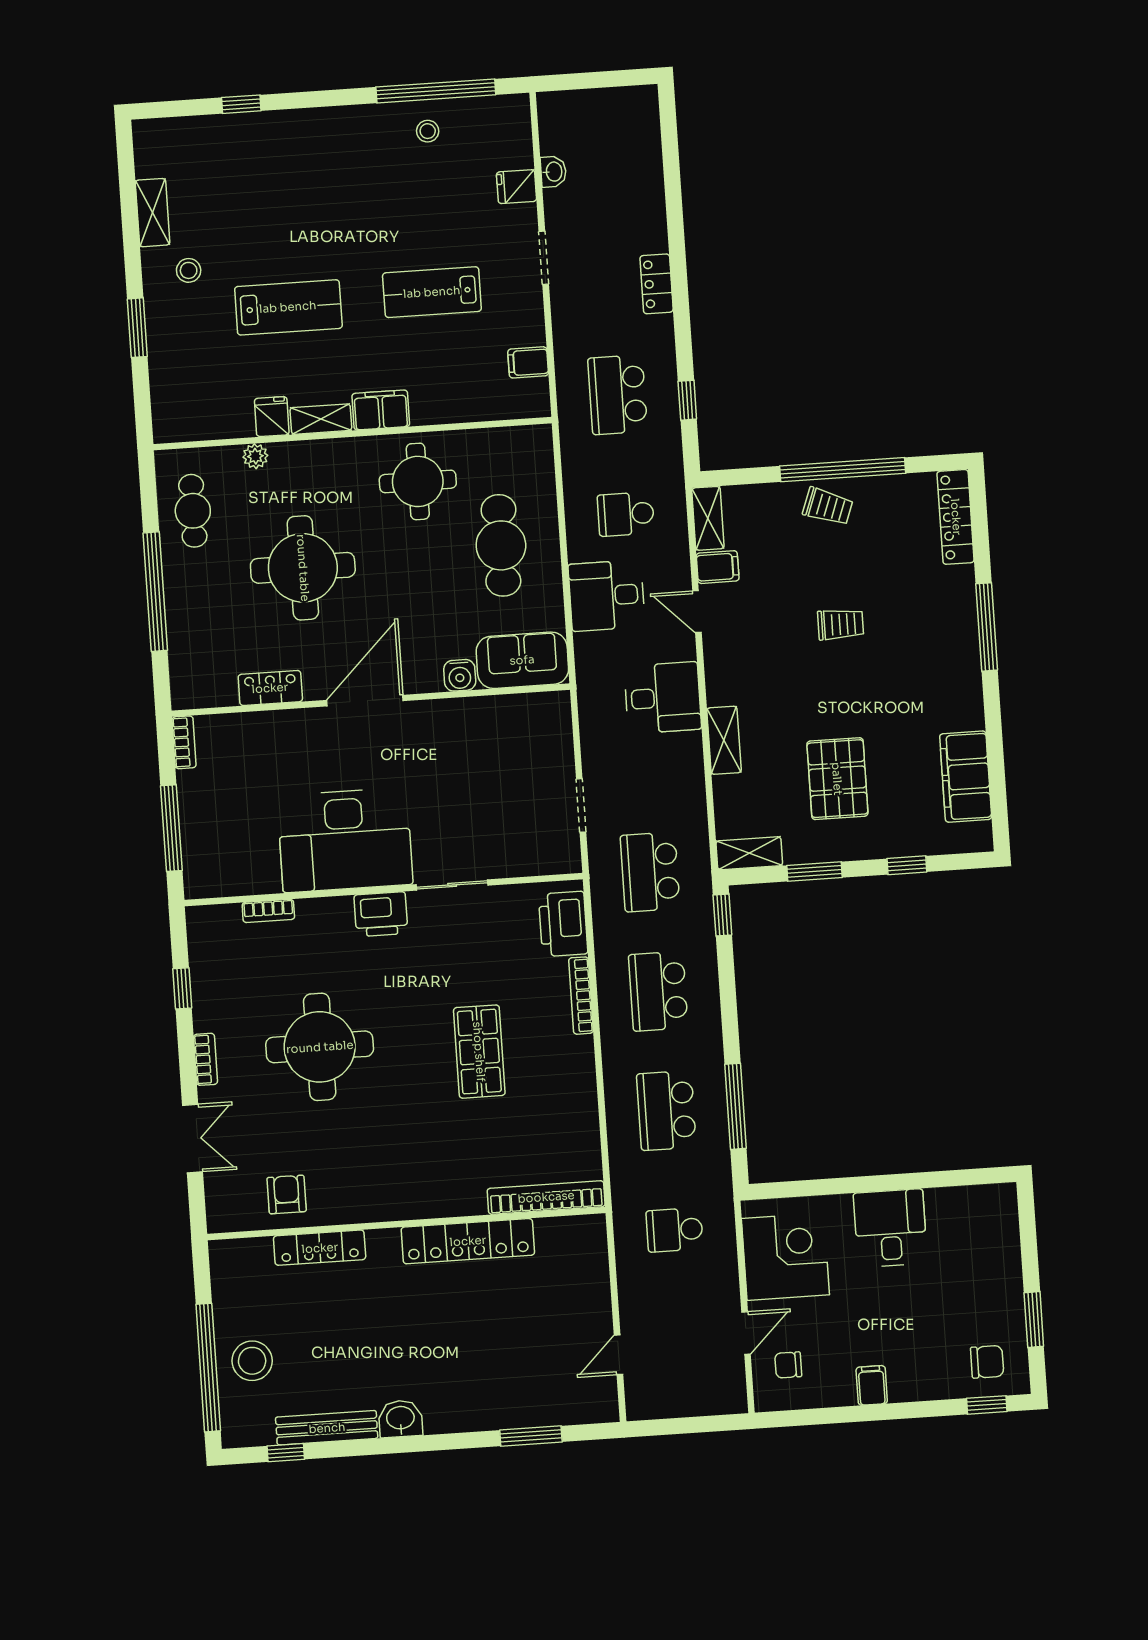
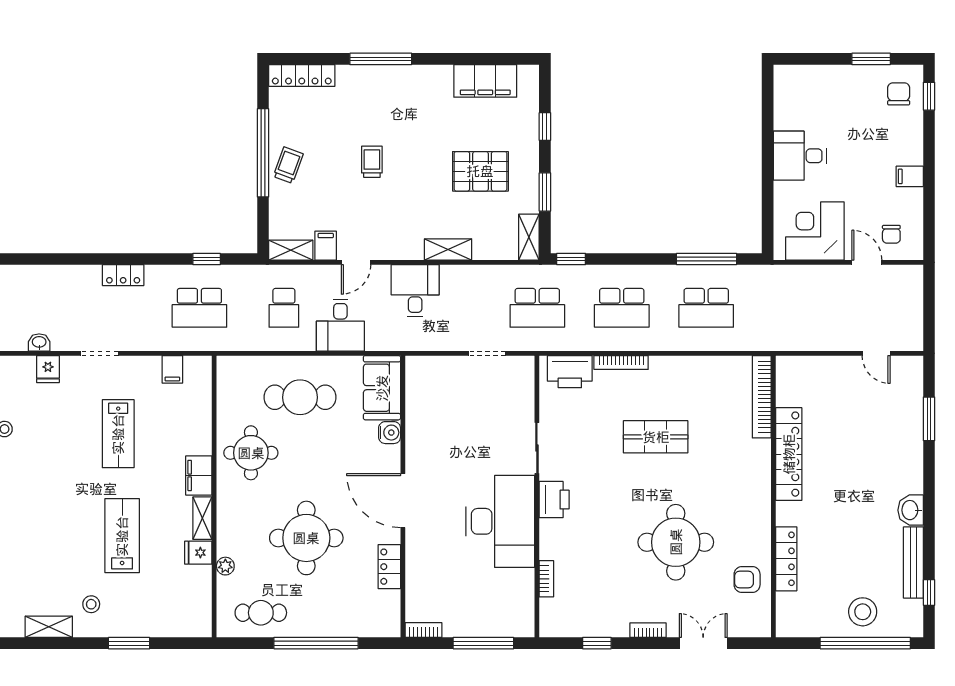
round table: (320, 1047) -> (676, 542), moved
school desk: (675, 1230) -> (791, 308), removed

